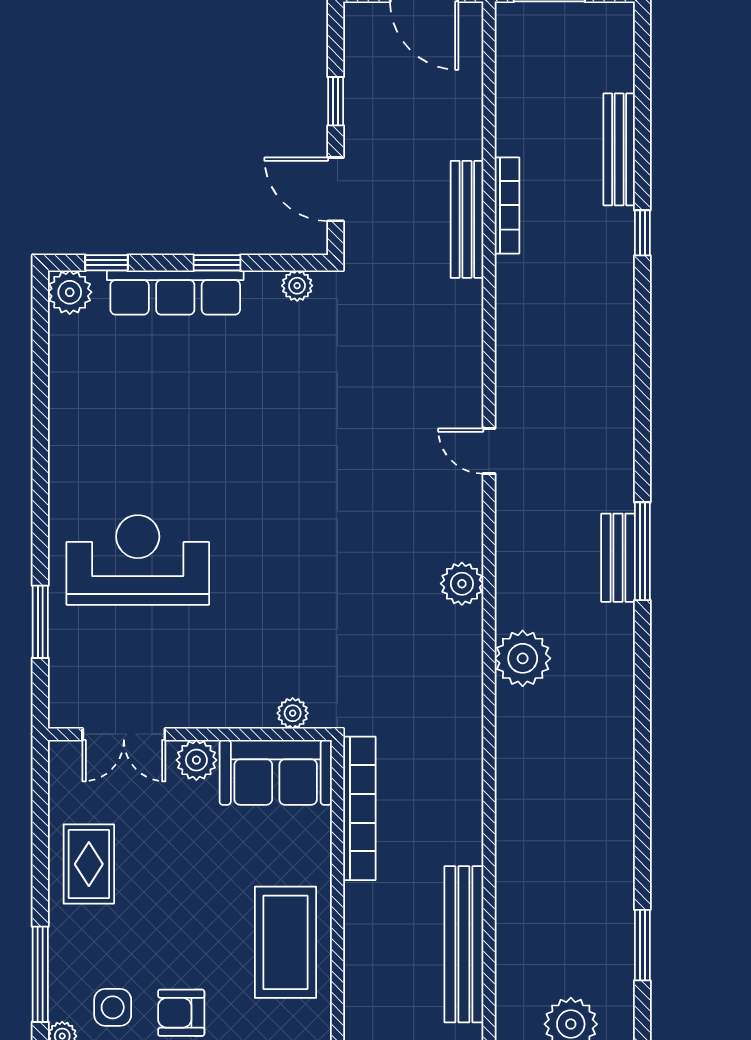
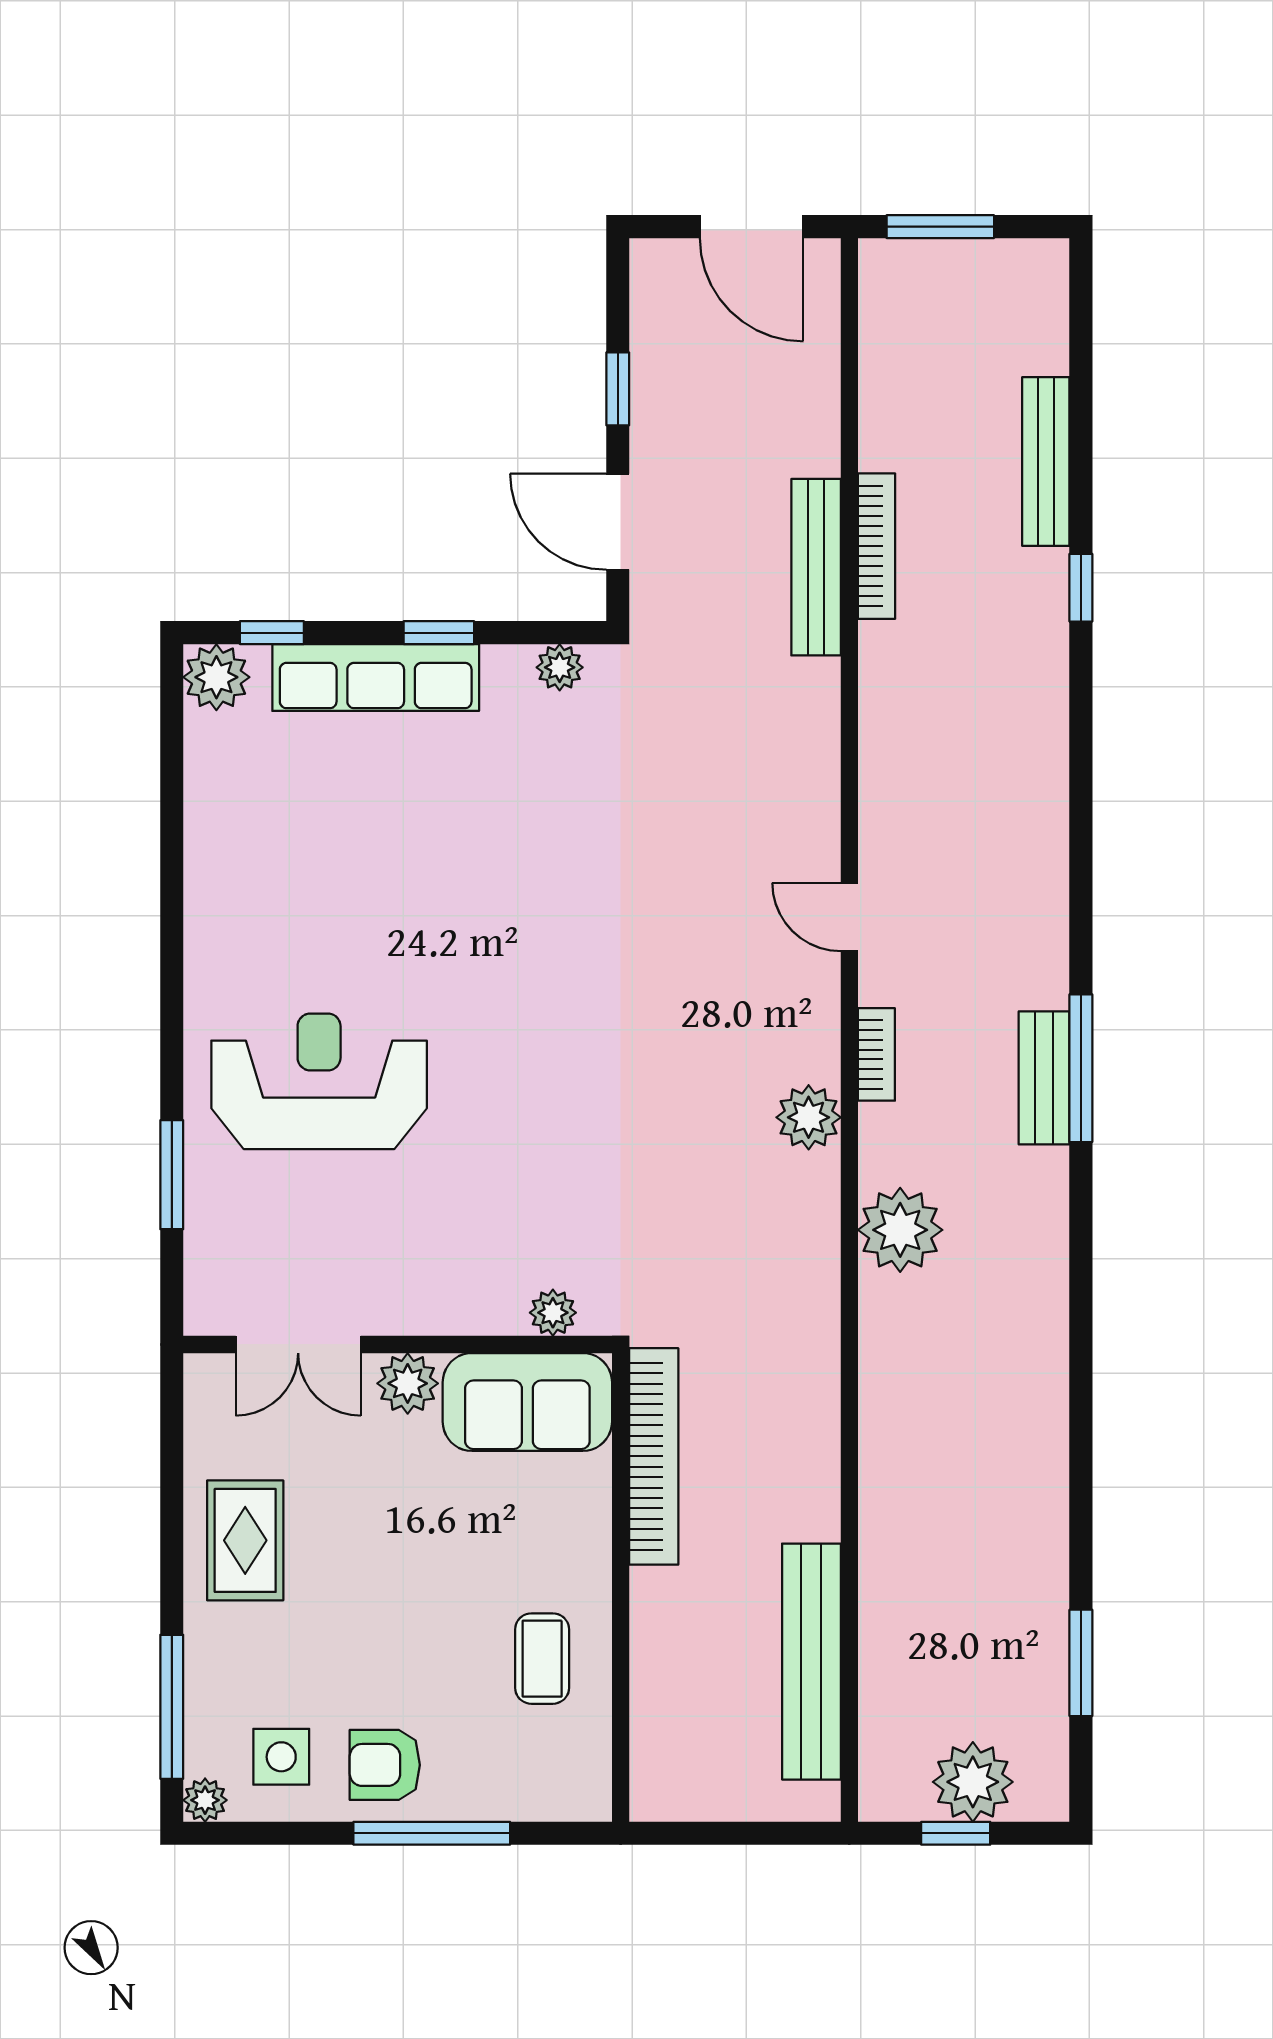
bookcase: (507, 542) -> (876, 1054), added
coffee table: (285, 942) -> (542, 1659), width x0.54, depth x0.58

